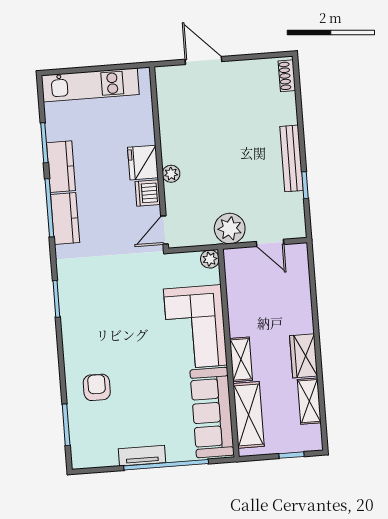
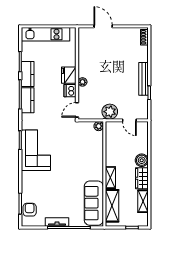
boiler: (300, 320) -> (142, 160), added
corner sofa: (195, 327) -> (36, 150), moved, turned 180
armchair: (97, 387) -> (30, 210), moved

